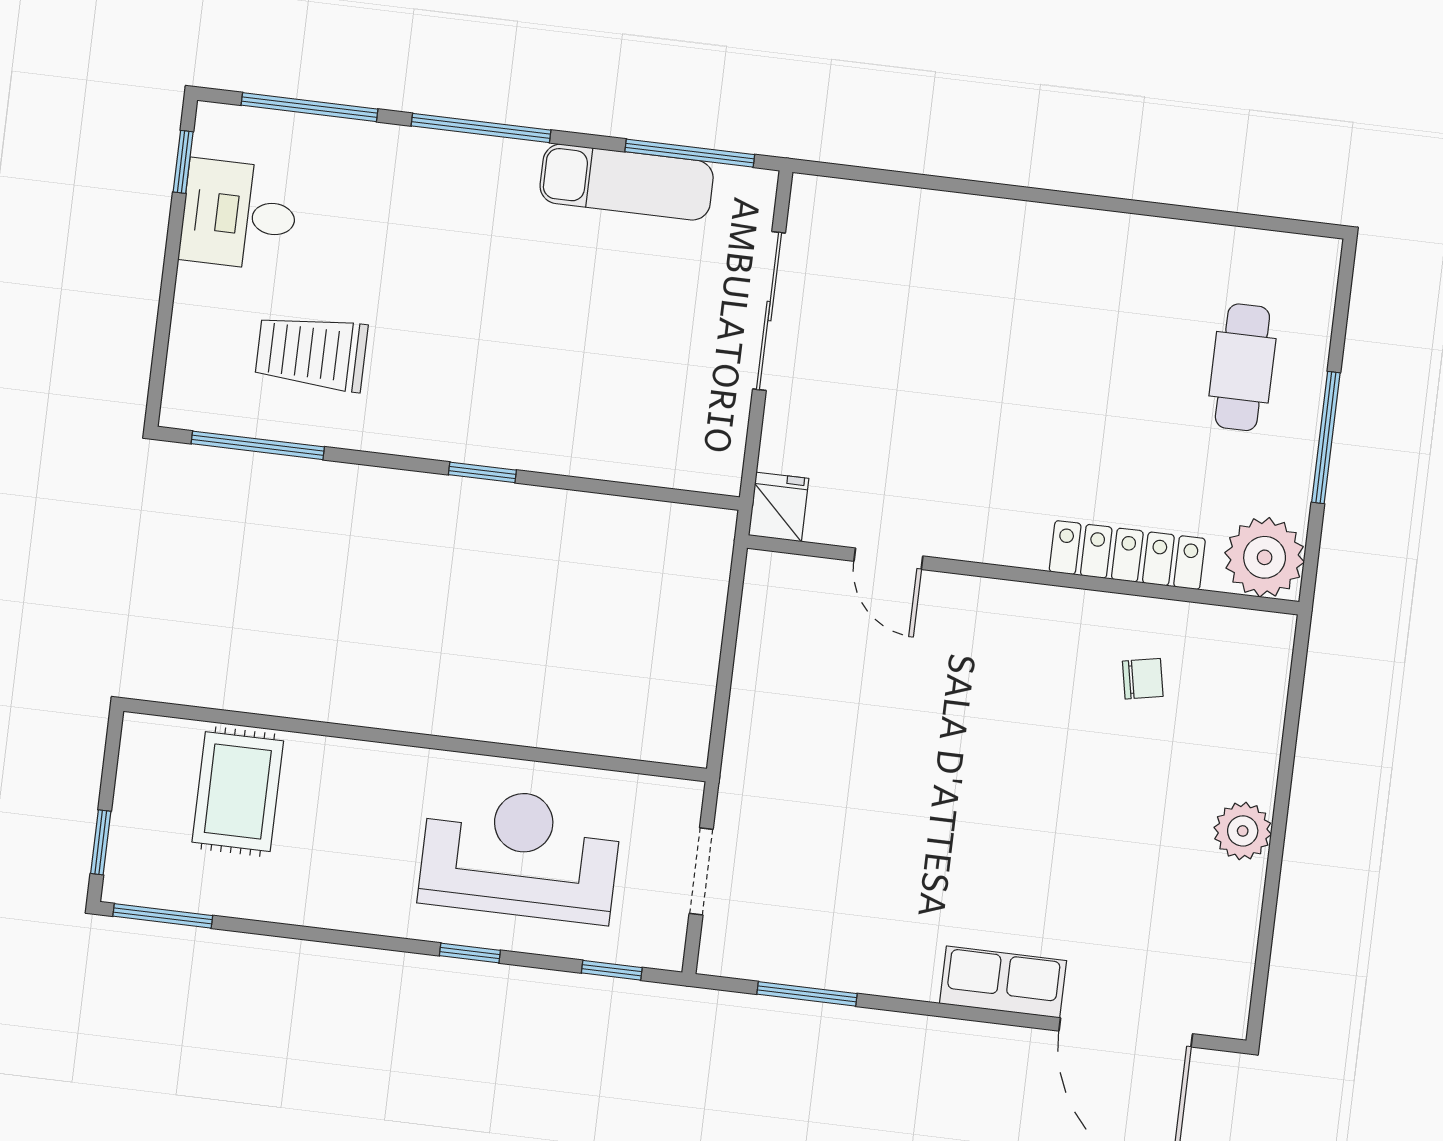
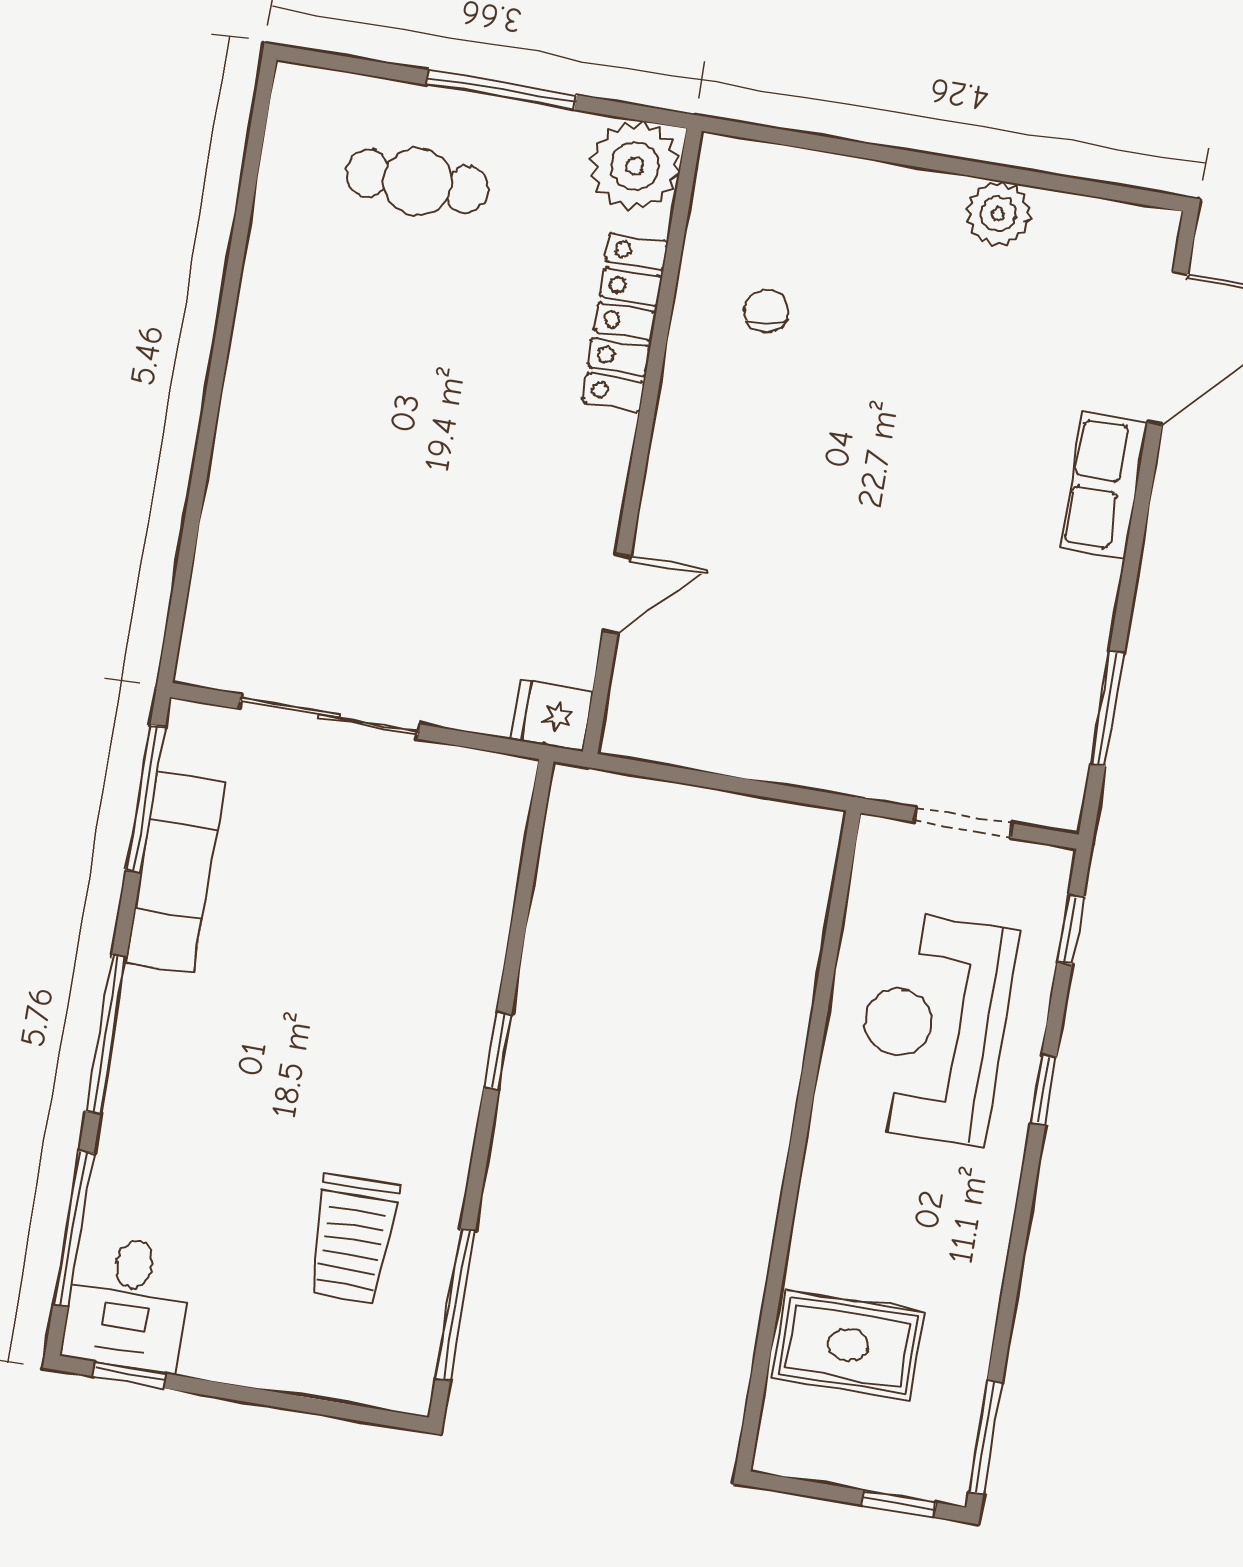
desk: (239, 215) -> (128, 1303), moved
plant: (1243, 831) -> (998, 214), moved

